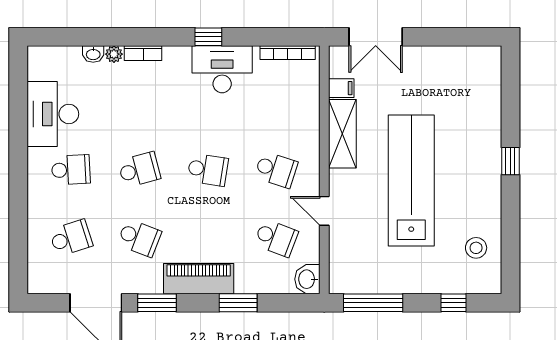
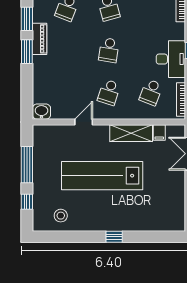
lab bench: (411, 181) -> (102, 176), turned 180
school desk: (276, 238) -> (151, 92), moved
piano: (199, 279) -> (39, 39), width x0.73, depth x0.75
window: (238, 303) -> (27, 52), moved
window: (373, 303) -> (27, 165), moved

